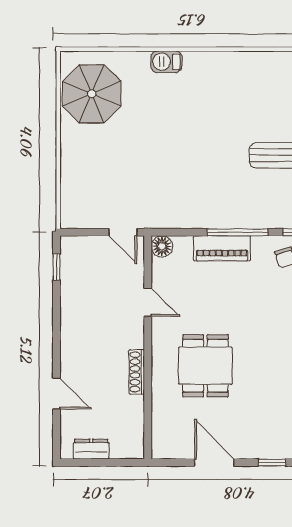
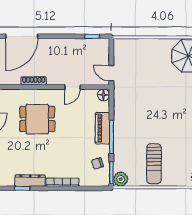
door: (123, 232) -> (111, 73), hinge flipped
door: (57, 394) -> (22, 36), width x1.87

